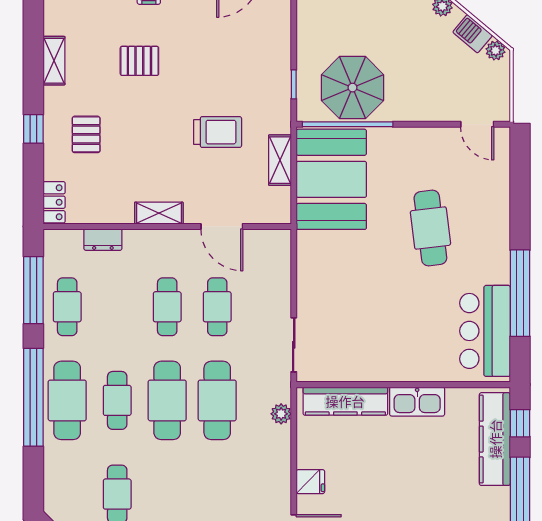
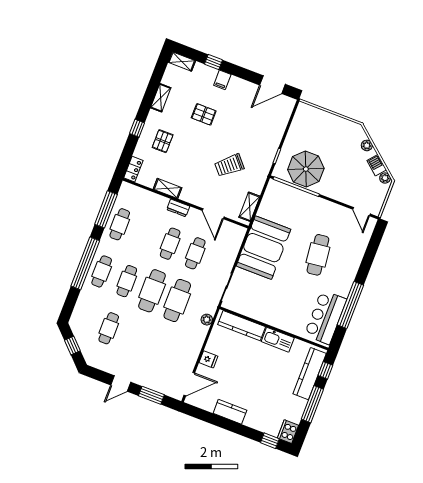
trolley: (218, 132) -> (229, 165), turned 139
shelving: (280, 160) -> (249, 207), moved
booth: (331, 179) -> (263, 248), moved
shelving: (159, 213) -> (167, 188), moved
dresser: (103, 240) -> (178, 208), moved
cafe table: (67, 400) -> (102, 271), width x0.73, depth x0.74

